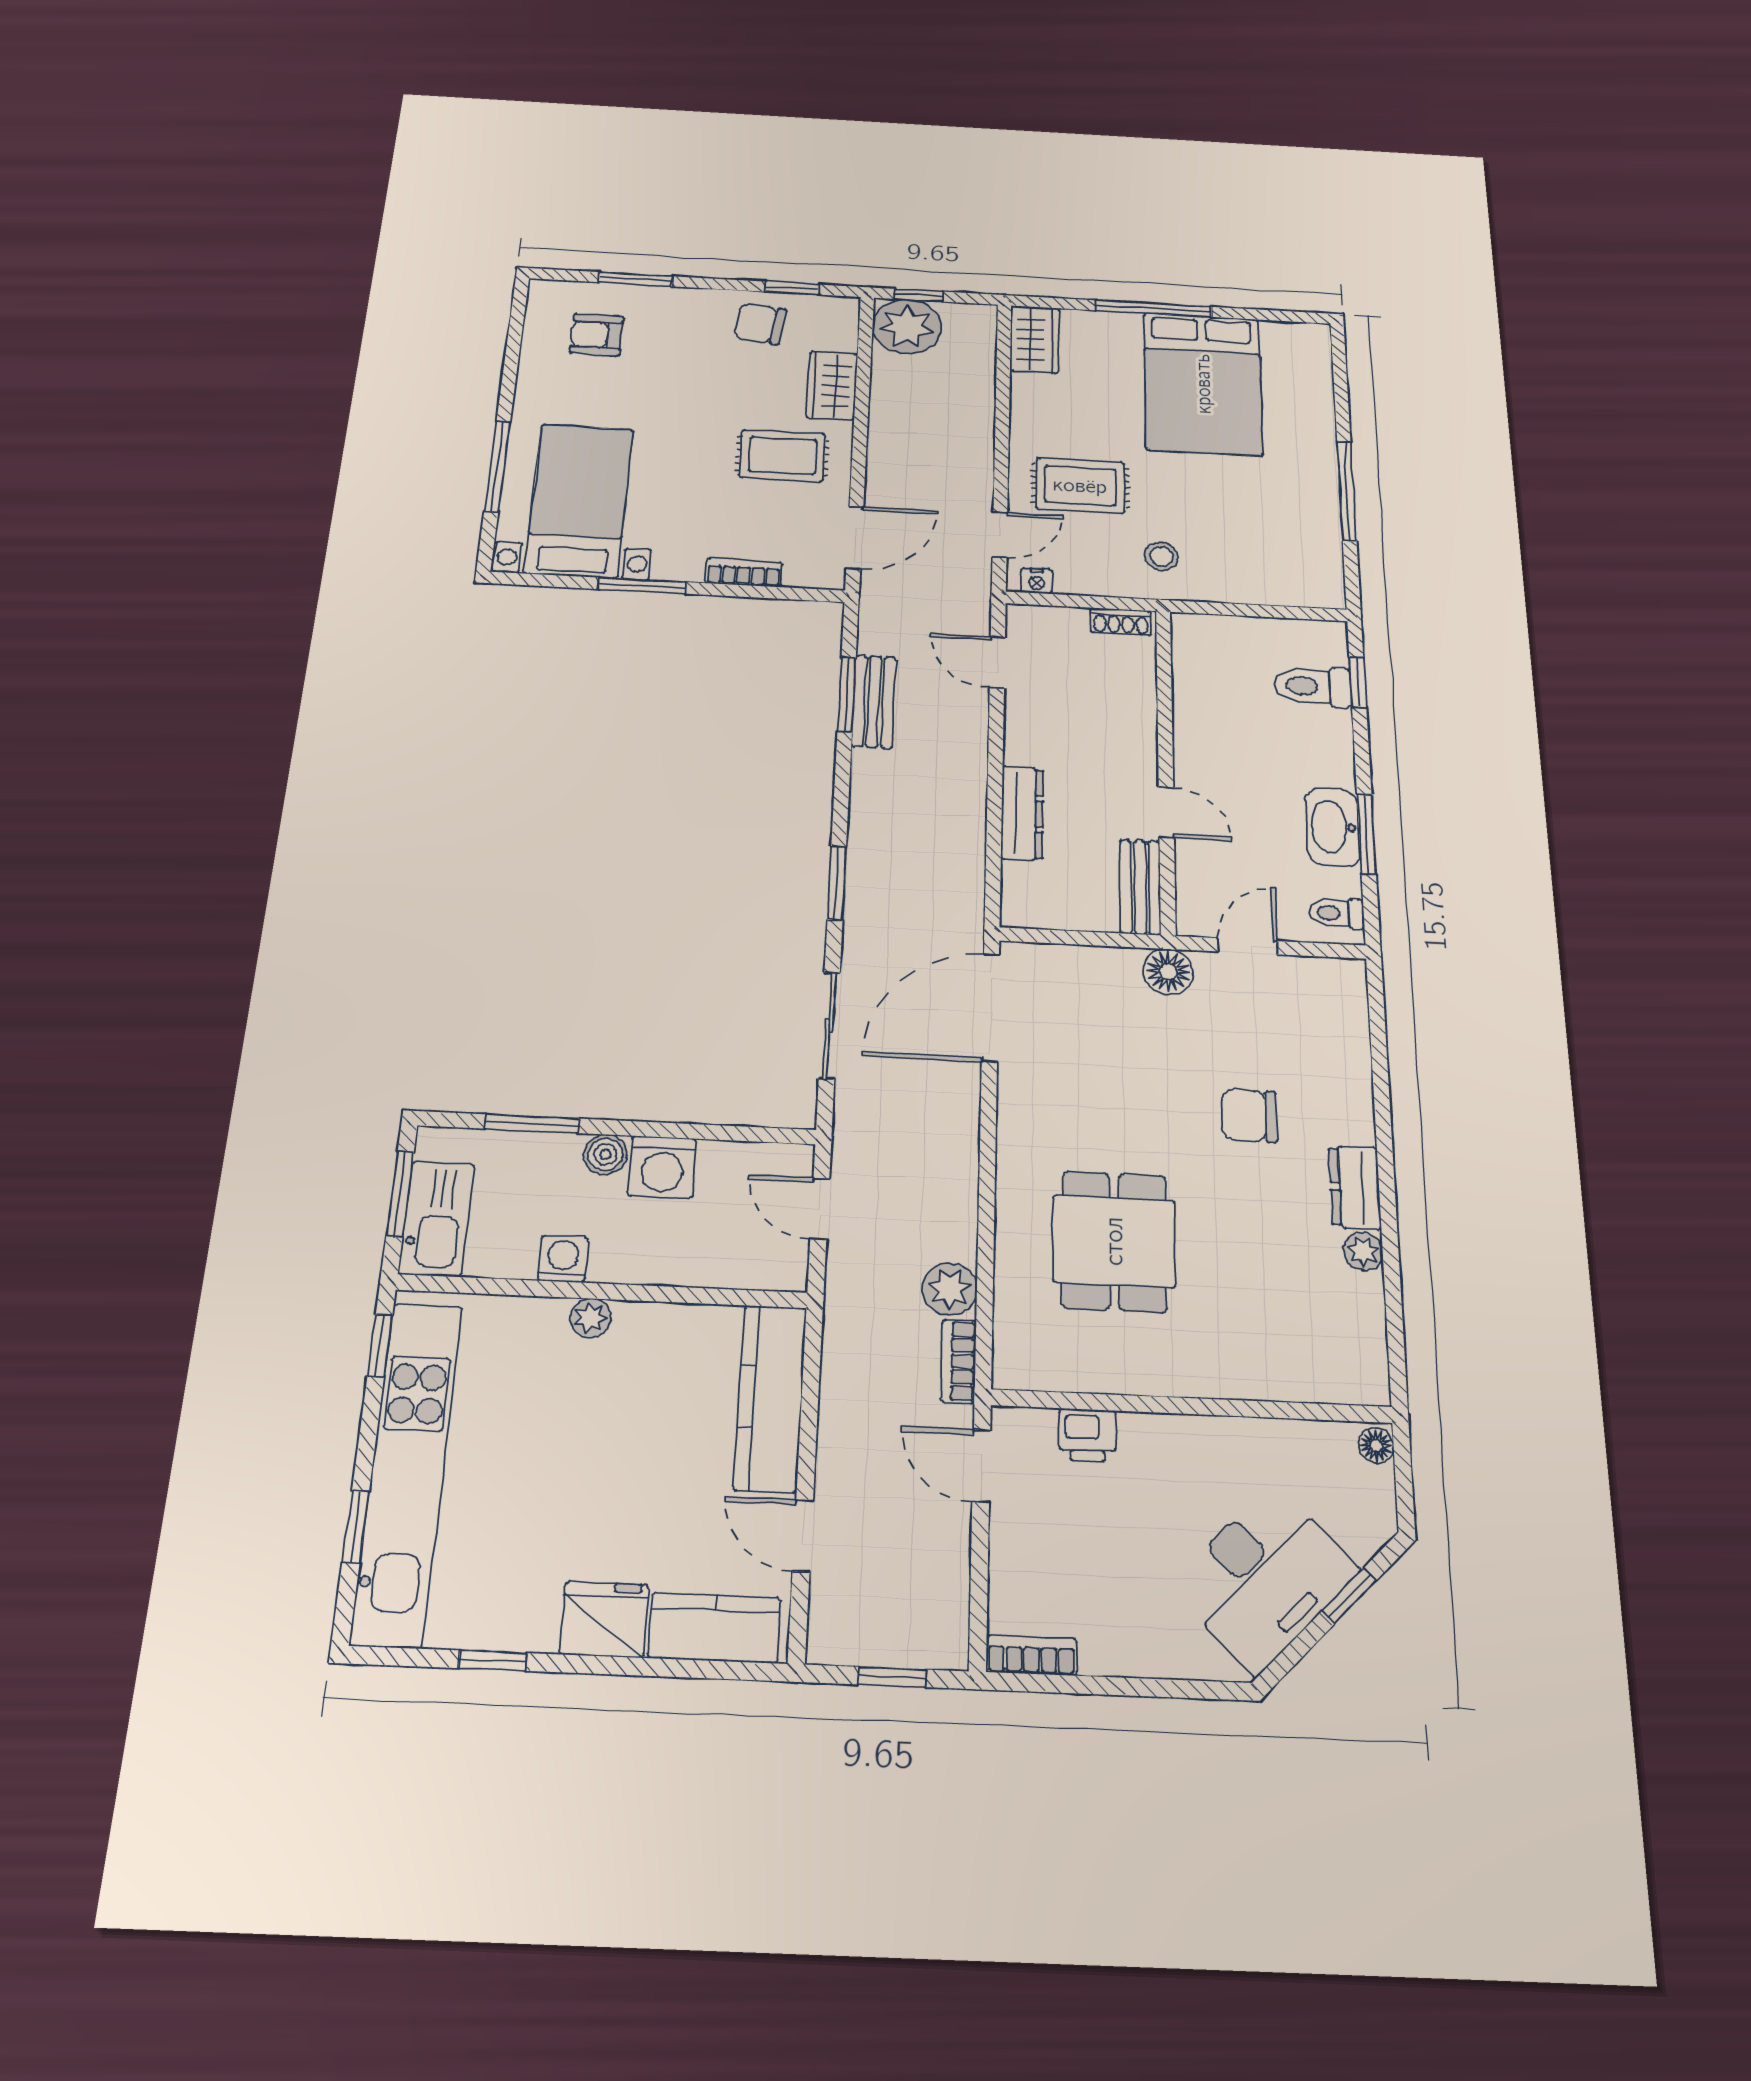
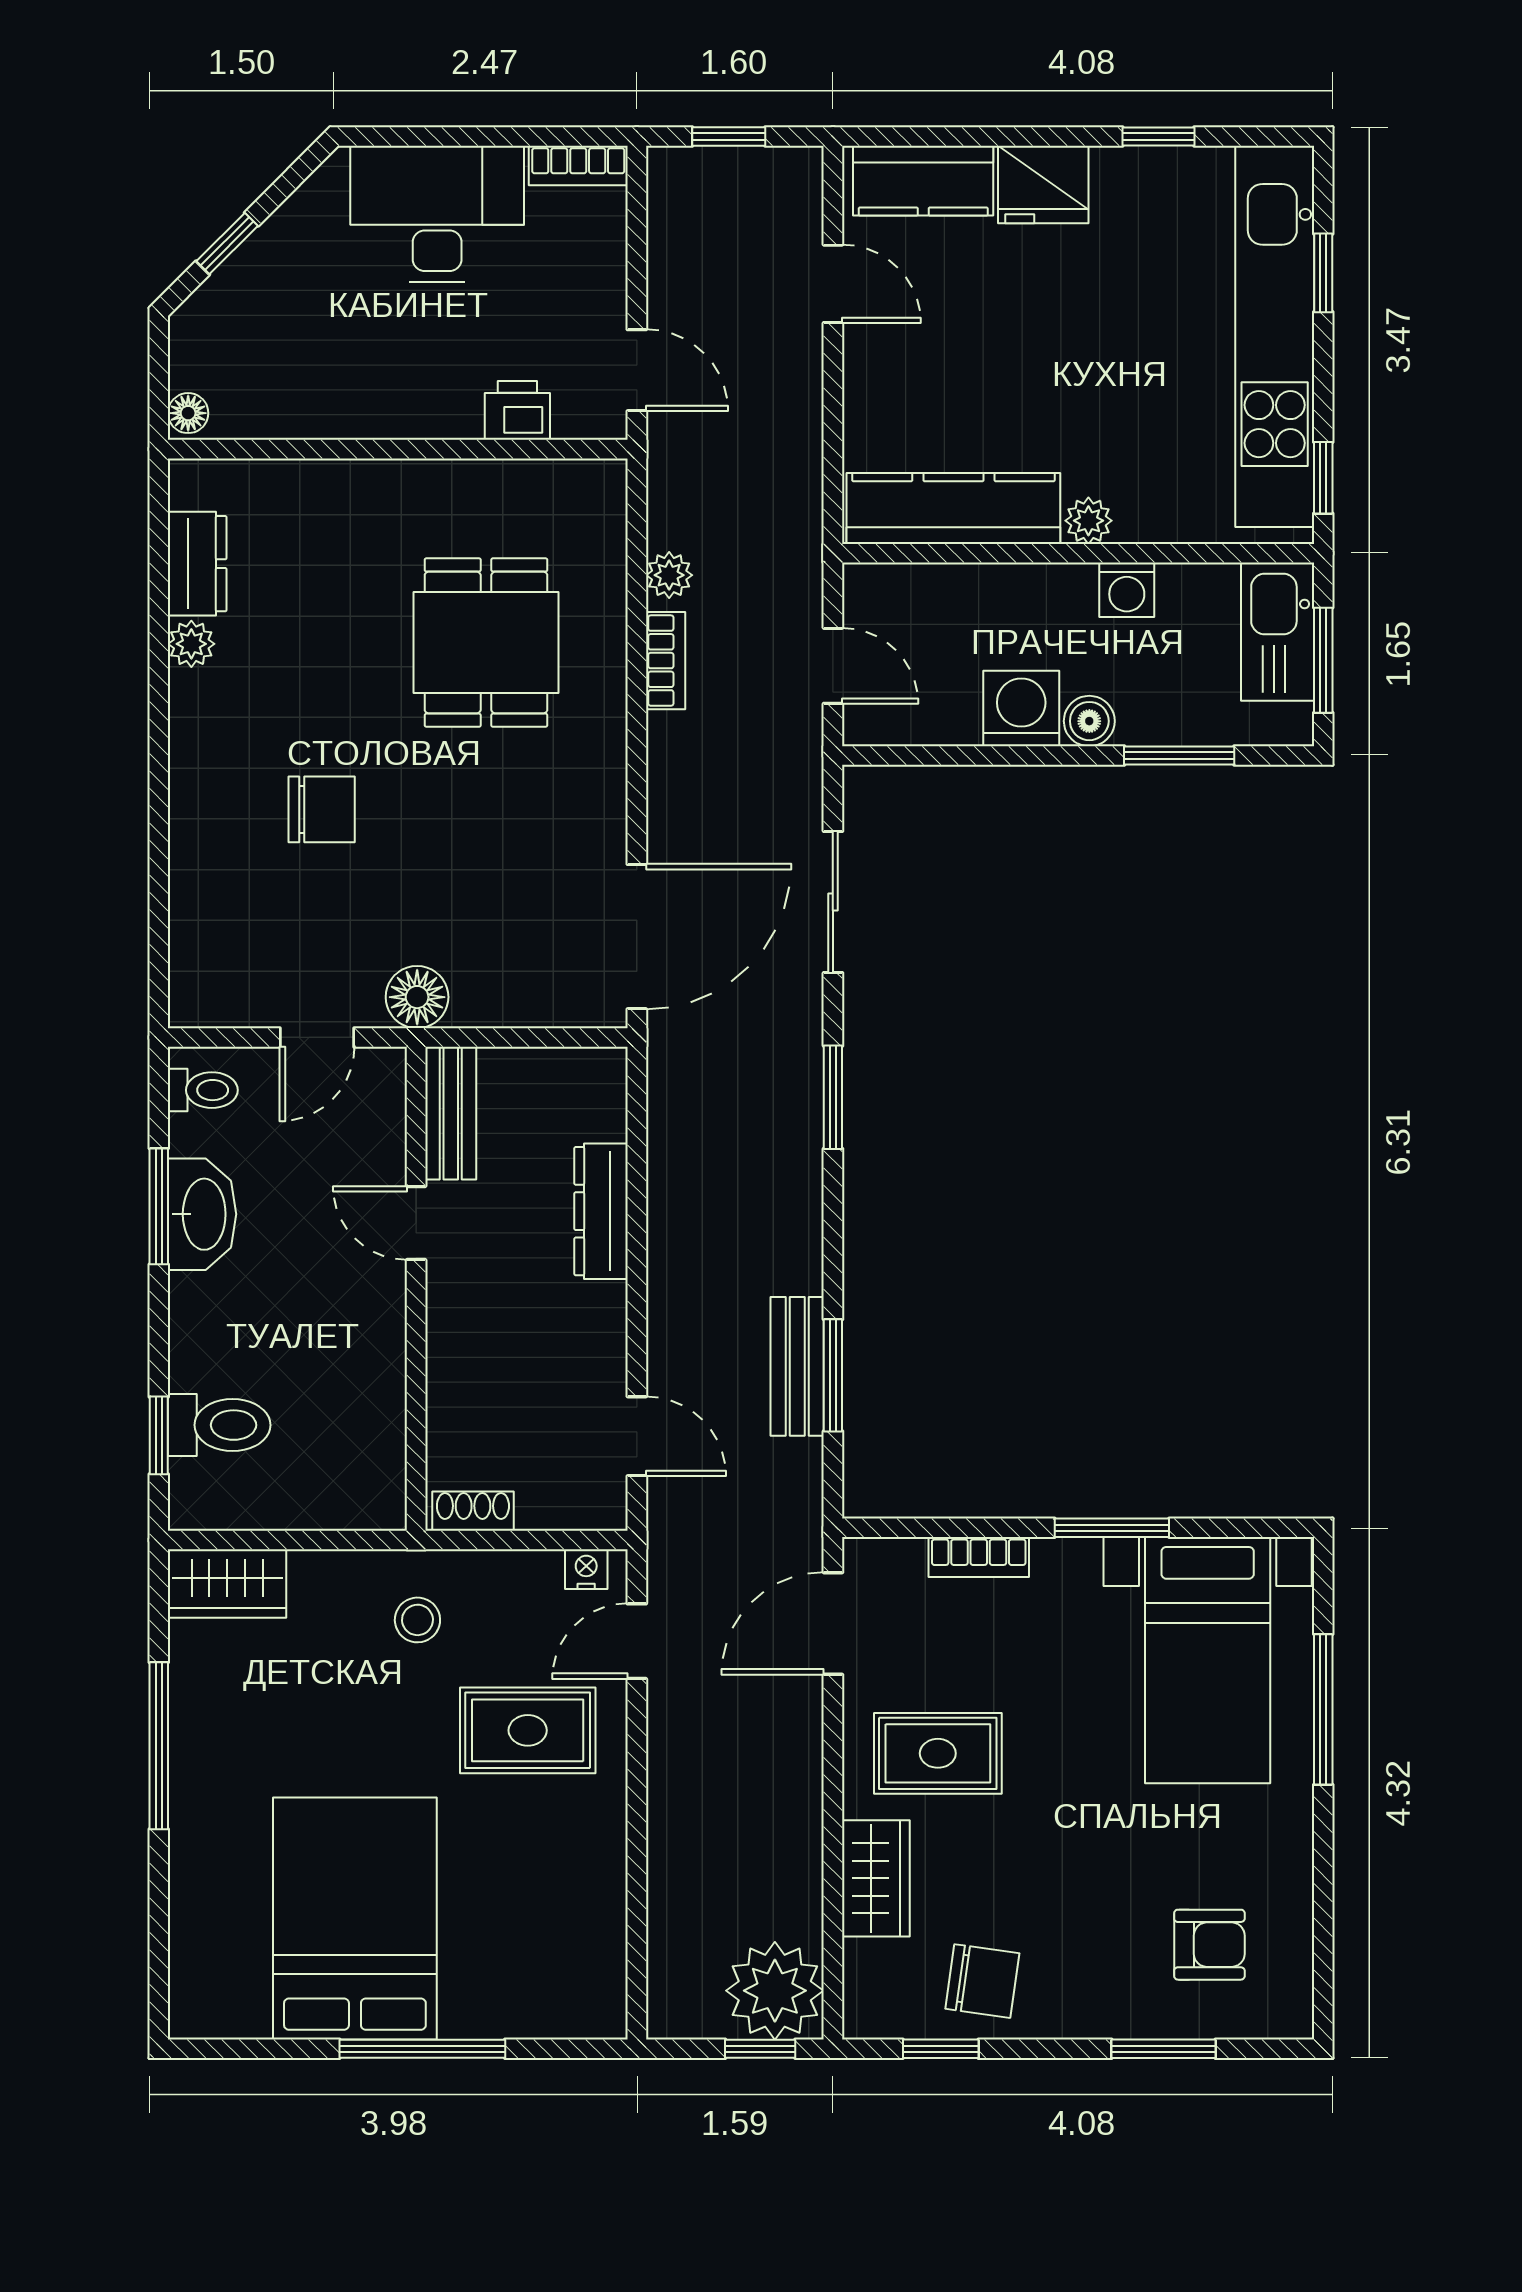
wardrobe: (1034, 339) -> (227, 1584), moved, turned -90
dresser: (1355, 1187) -> (197, 564), moved
plant: (950, 1289) -> (669, 575), width x0.73, depth x0.73
bookcase: (958, 1361) -> (666, 661), moved
kitchen counter: (770, 1398) -> (953, 509), moved, turned -90
desk: (1264, 1578) -> (437, 214), moved, turned 45

